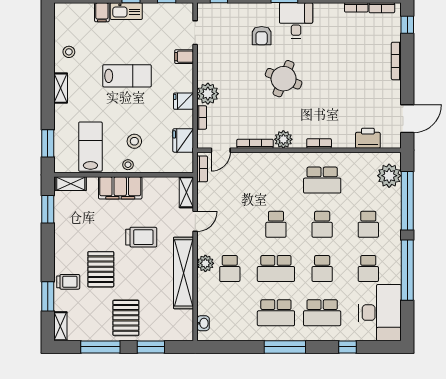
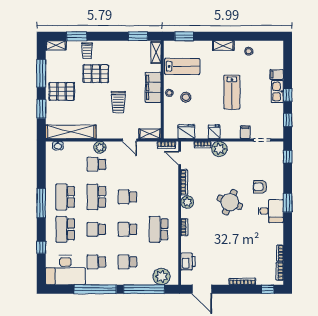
shelving: (183, 273) -> (71, 132), moved

